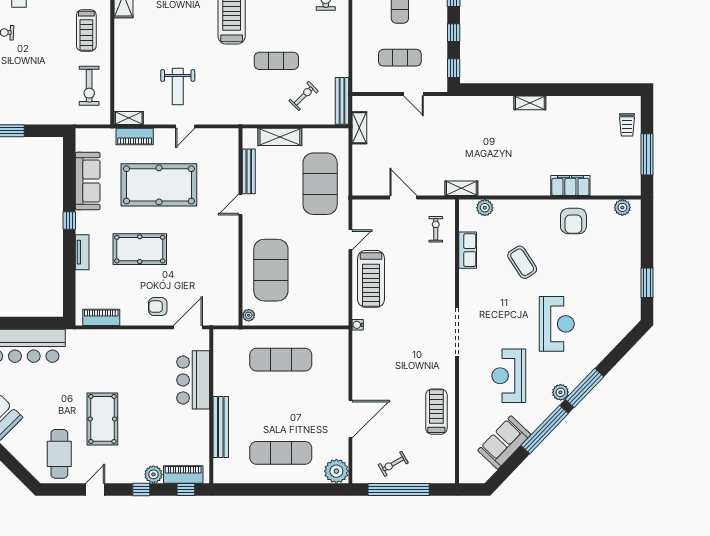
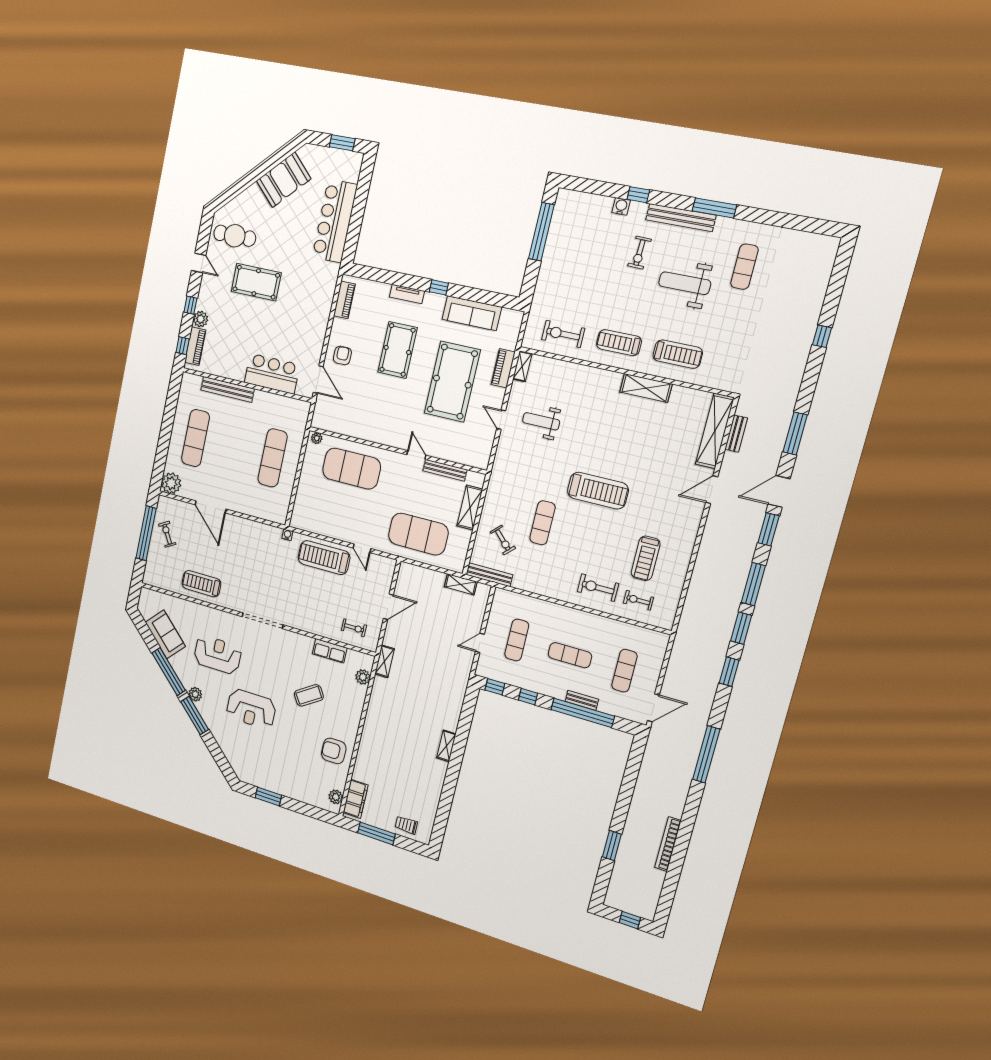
filing cabinet: (570, 186) -> (356, 799), moved
treadmill: (436, 412) -> (201, 584), turned 180

